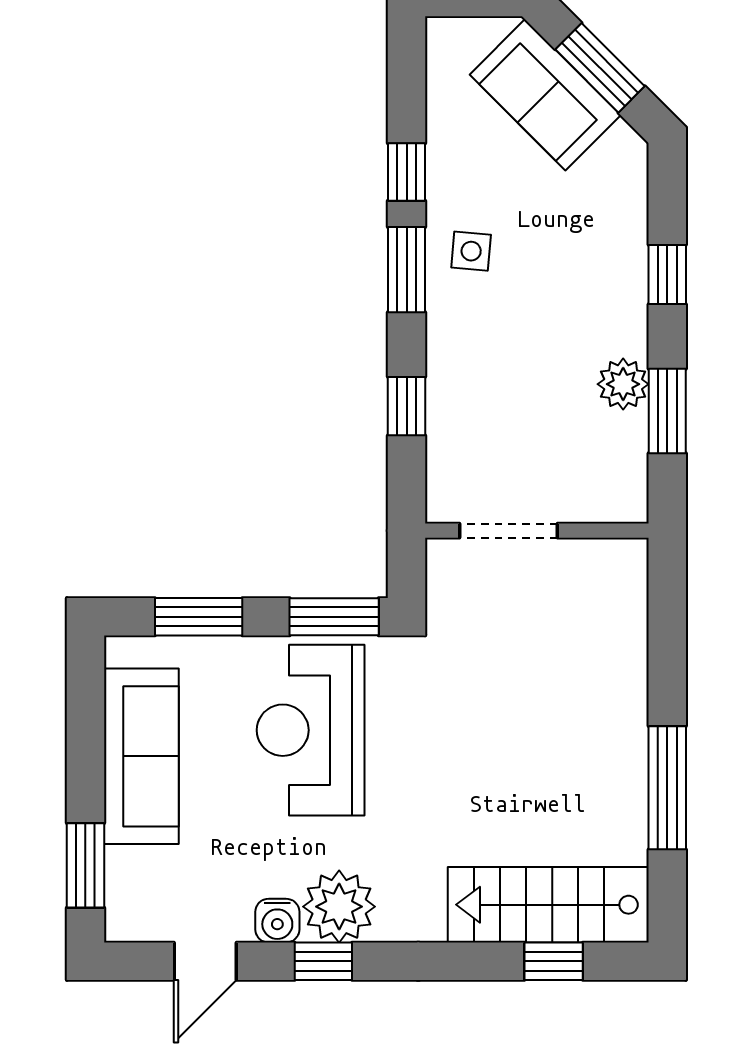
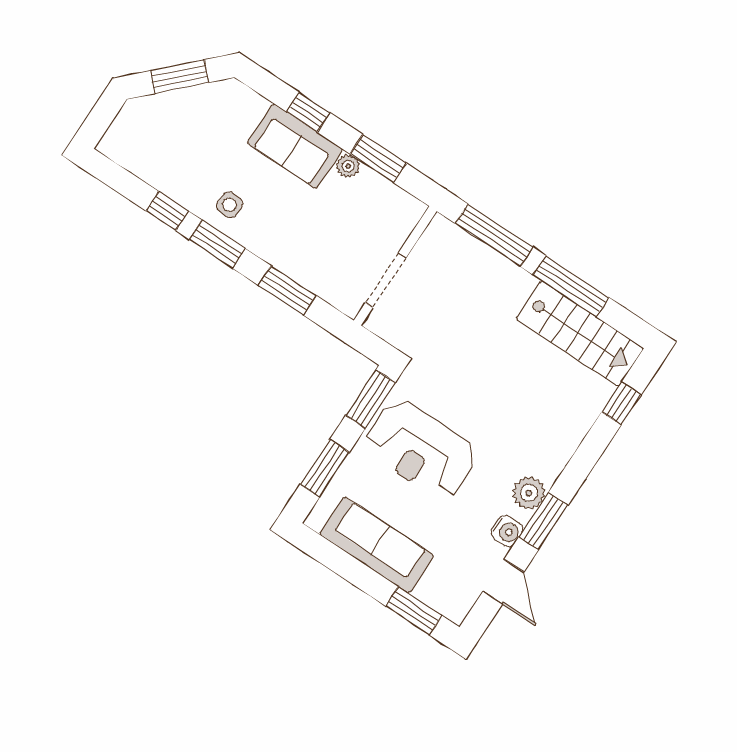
sofa: (545, 95) -> (295, 146), moved, turned 45
plant: (623, 384) -> (348, 166), width x0.73, depth x0.73
window: (407, 406) -> (287, 290), width x1.50
window: (667, 637) -> (494, 235), added
stairs: (548, 905) -> (580, 334), moved, turned -90
plant: (339, 907) -> (529, 493), width x0.73, depth x0.73
window: (323, 961) -> (543, 521), width x1.50

